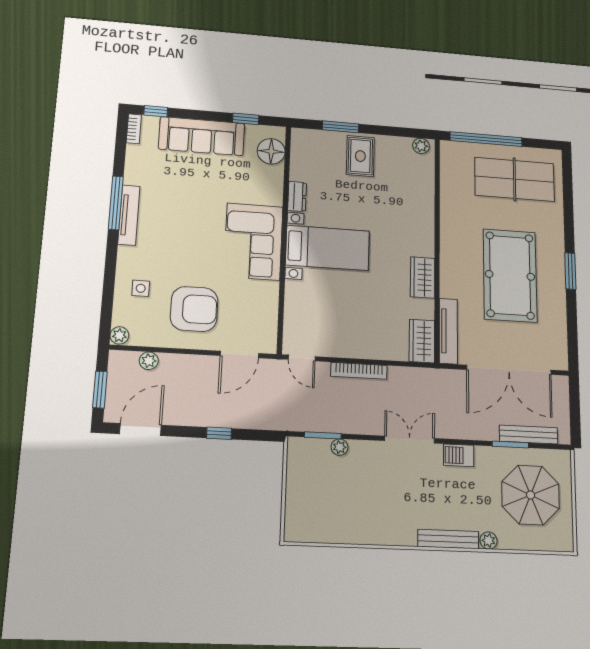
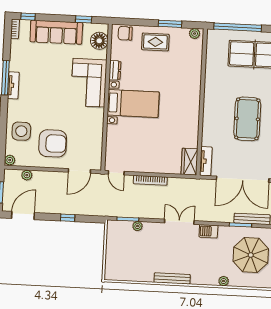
window: (341, 127) -> (170, 24), moved
chair: (312, 142) -> (125, 33), added
rug: (360, 156) -> (155, 42), turned 90
tv unit: (129, 215) -> (13, 85), width x0.71
corner sofa: (253, 242) -> (89, 83), moved
pool table: (510, 275) -> (247, 119), width x0.73, depth x0.76
wardrobe: (423, 277) -> (192, 121), removed
side table: (141, 288) -> (21, 131), width x1.87, depth x1.87
tv unit: (448, 331) -> (206, 161), width x0.71
bench: (448, 539) -> (172, 278), moved

